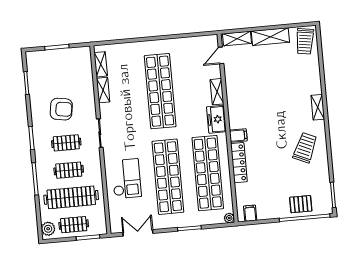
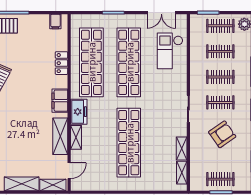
clothes rail: (59, 61) -> (220, 179), added
shelving: (234, 91) -> (60, 136), added
armchair: (61, 109) -> (222, 134), turned 136
filing cabinet: (238, 136) -> (60, 101), width x2.00
locker: (239, 163) -> (62, 63), width x0.66
checkout: (126, 179) -> (170, 51), moved
clothes rail: (71, 197) -> (220, 51), width x0.54, depth x0.76
plant: (229, 218) -> (75, 19), removed

